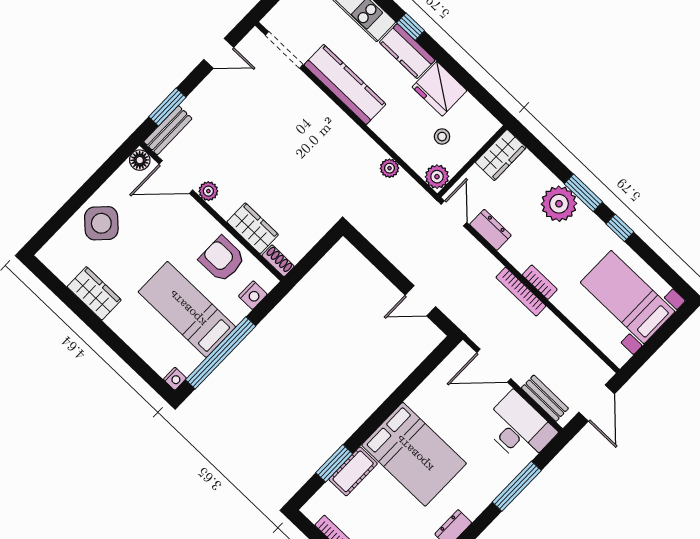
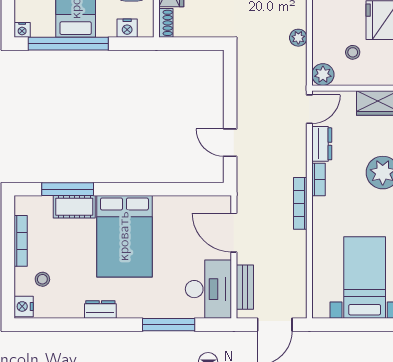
bookcase: (540, 282) -> (319, 179), moved
window: (334, 463) -> (68, 189), width x1.44

